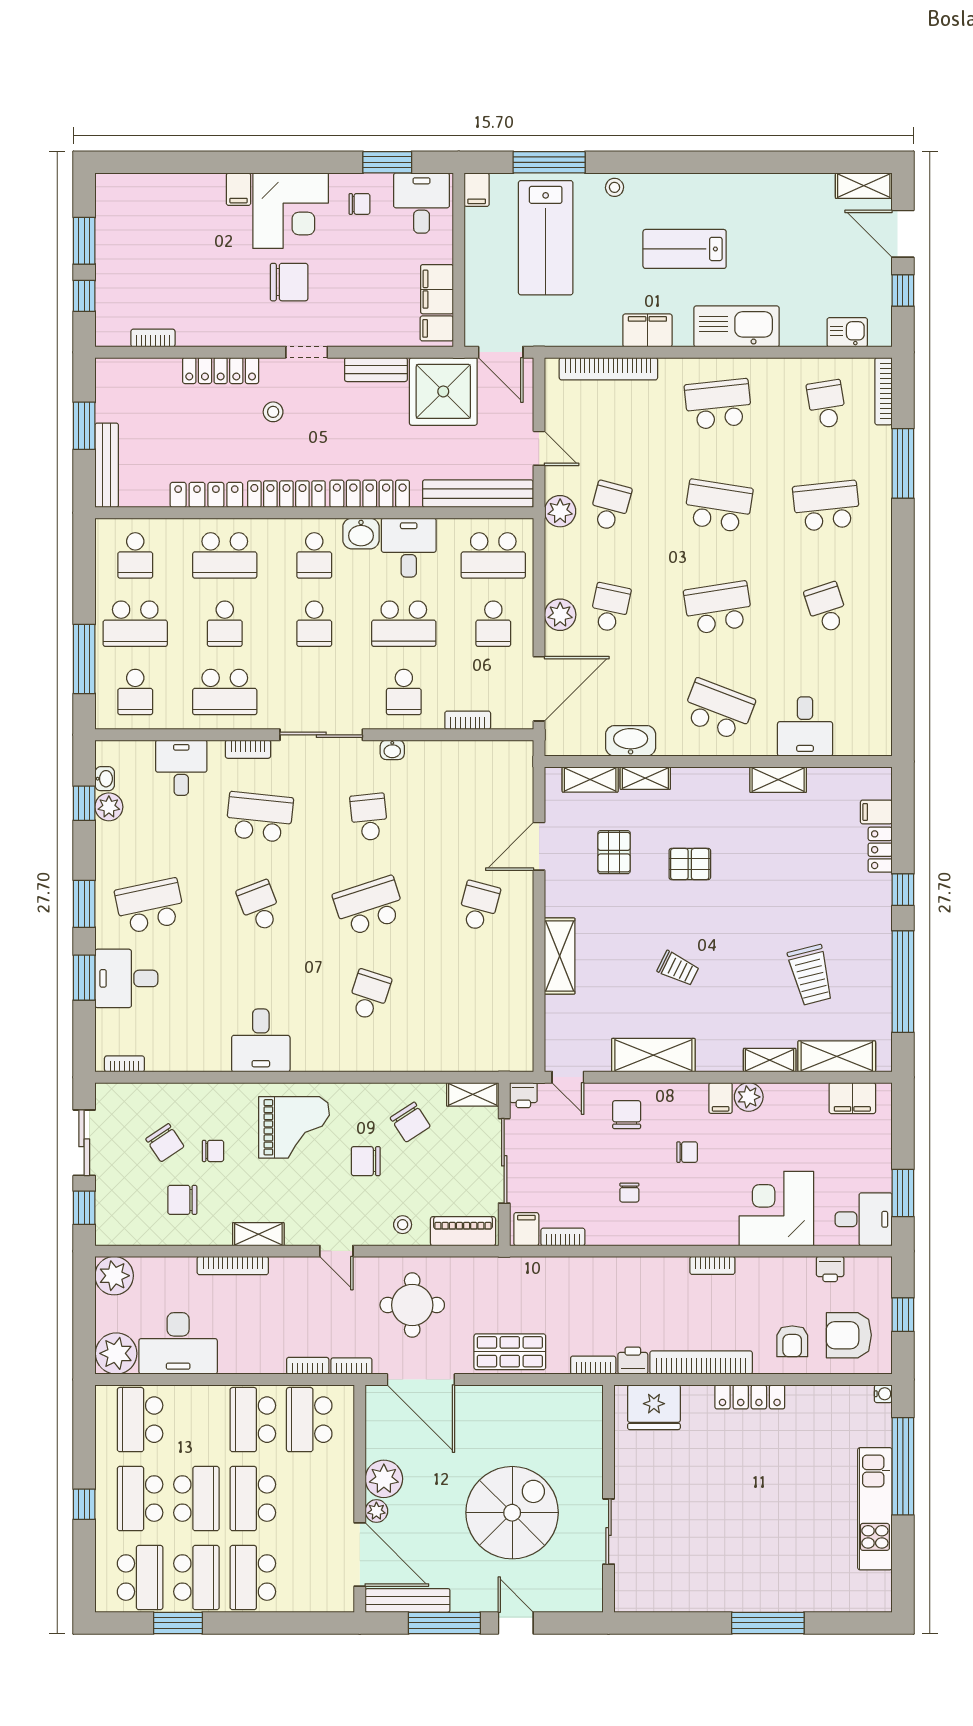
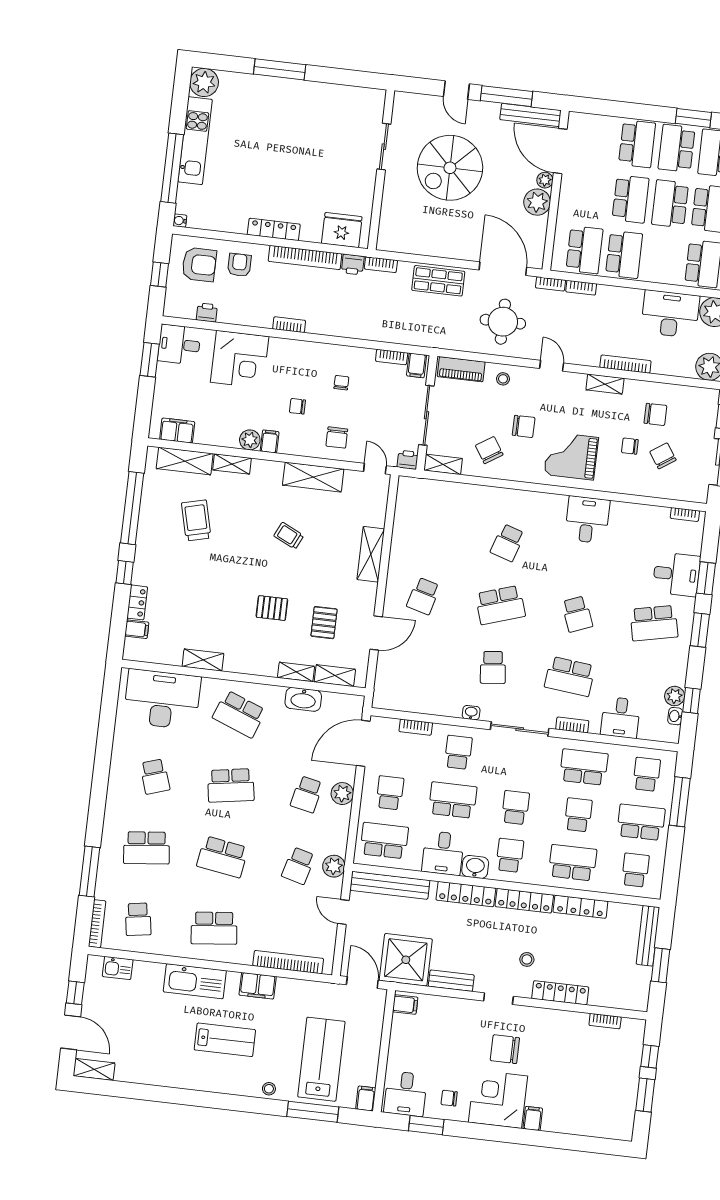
filing cabinet: (437, 289) -> (402, 1032), removed
desk: (805, 726) -> (162, 699), width x1.87, depth x1.30
plant: (872, 1592) -> (204, 82), added

